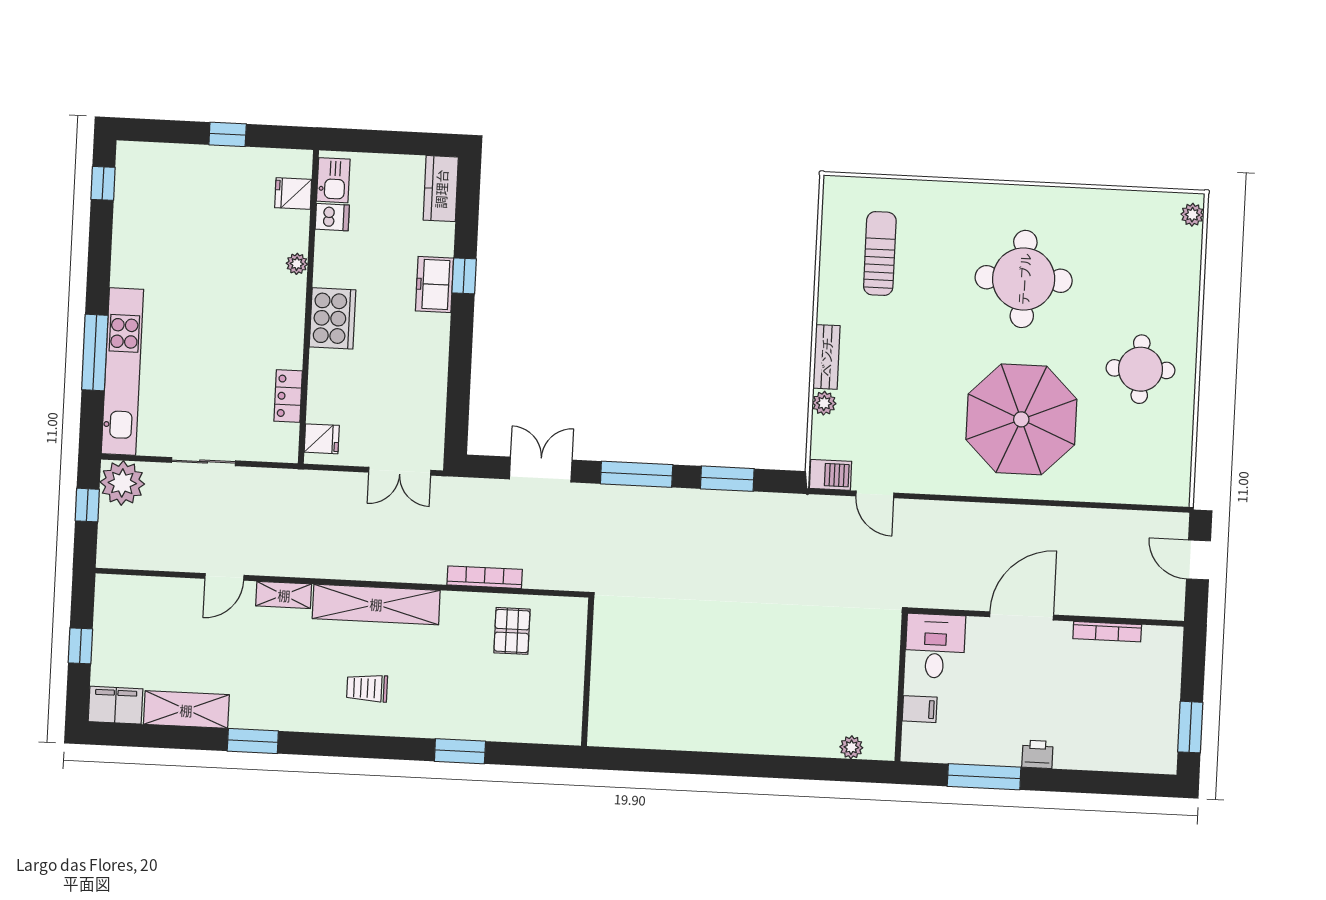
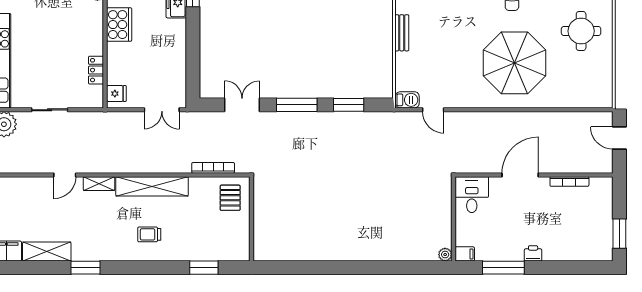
plant: (824, 403) -> (402, 59), removed
wall: (588, 672) -> (252, 219), moved
filing cabinet: (920, 709) -> (465, 254), moved
plant: (851, 747) -> (445, 255), moved

